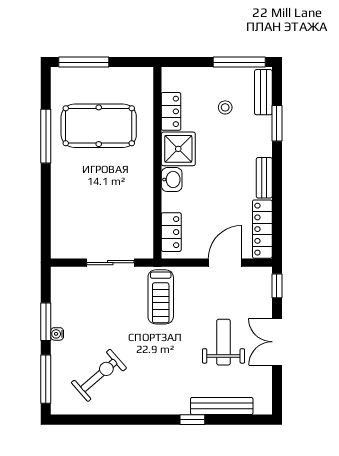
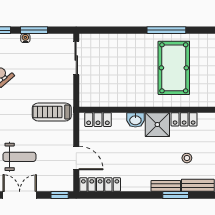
bench: (264, 178) -> (166, 186), moved
sliding door: (110, 263) -> (76, 58), moved

